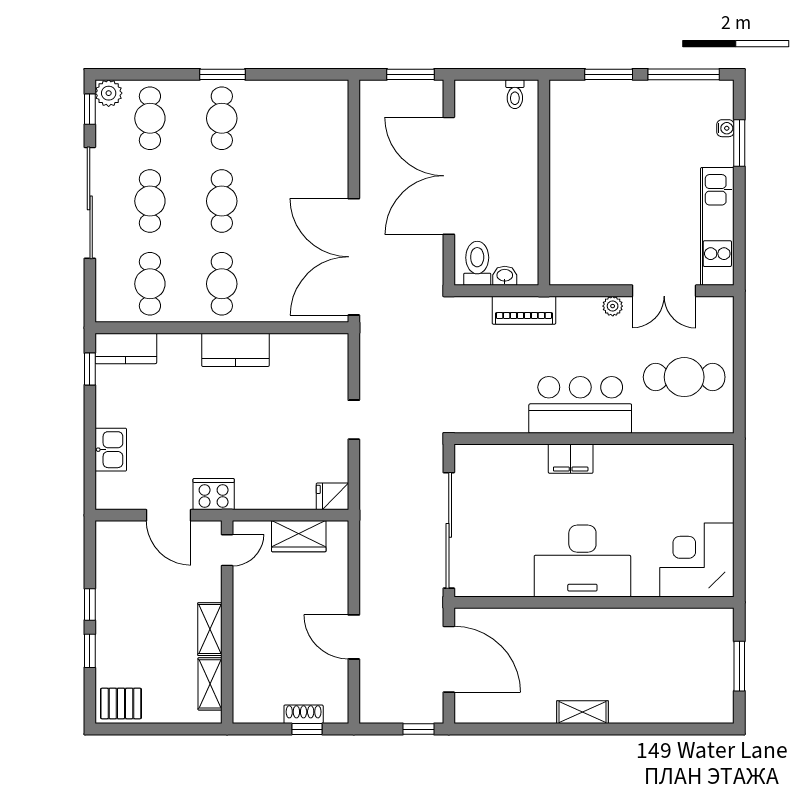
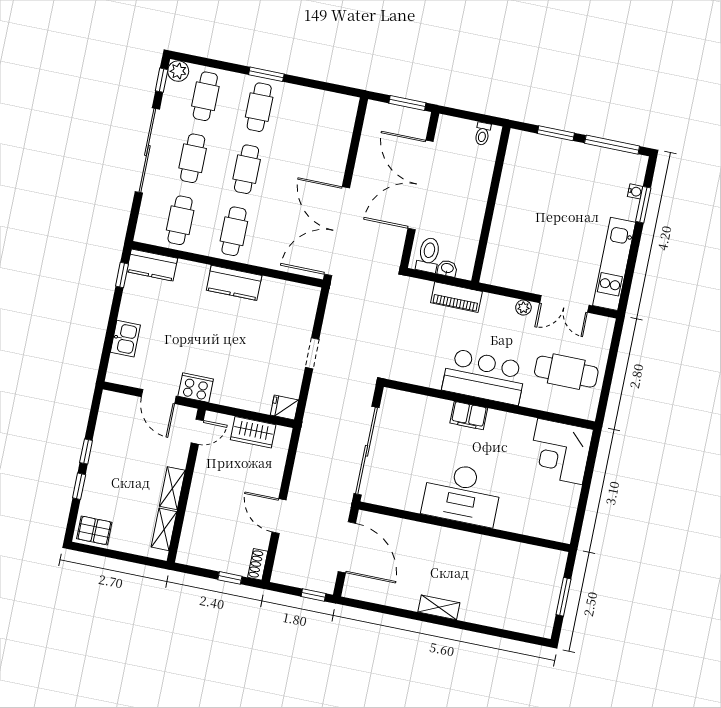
corner desk: (697, 560) -> (560, 452), moved, turned -90
shoe rack: (304, 714) -> (258, 564), moved, turned -90

